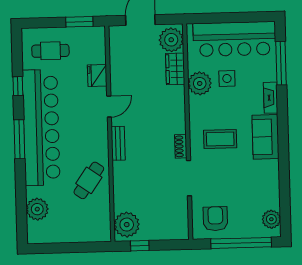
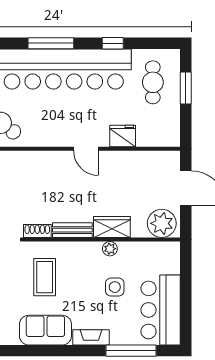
window: (79, 22) -> (186, 88), moved
bar counter: (235, 39) -> (161, 310), width x0.73
wardrobe: (175, 69) -> (112, 227), moved
plant: (200, 83) -> (110, 249), width x0.53, depth x0.53
bench: (118, 143) -> (72, 230), moved

